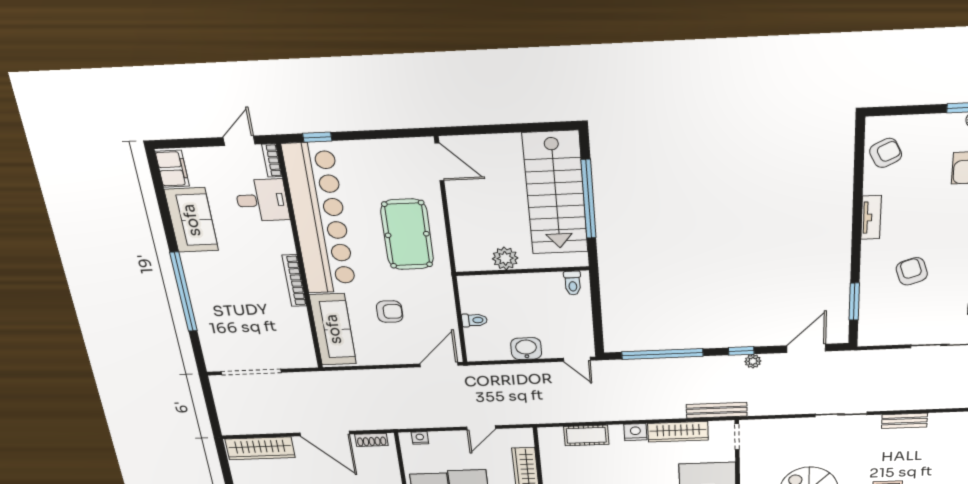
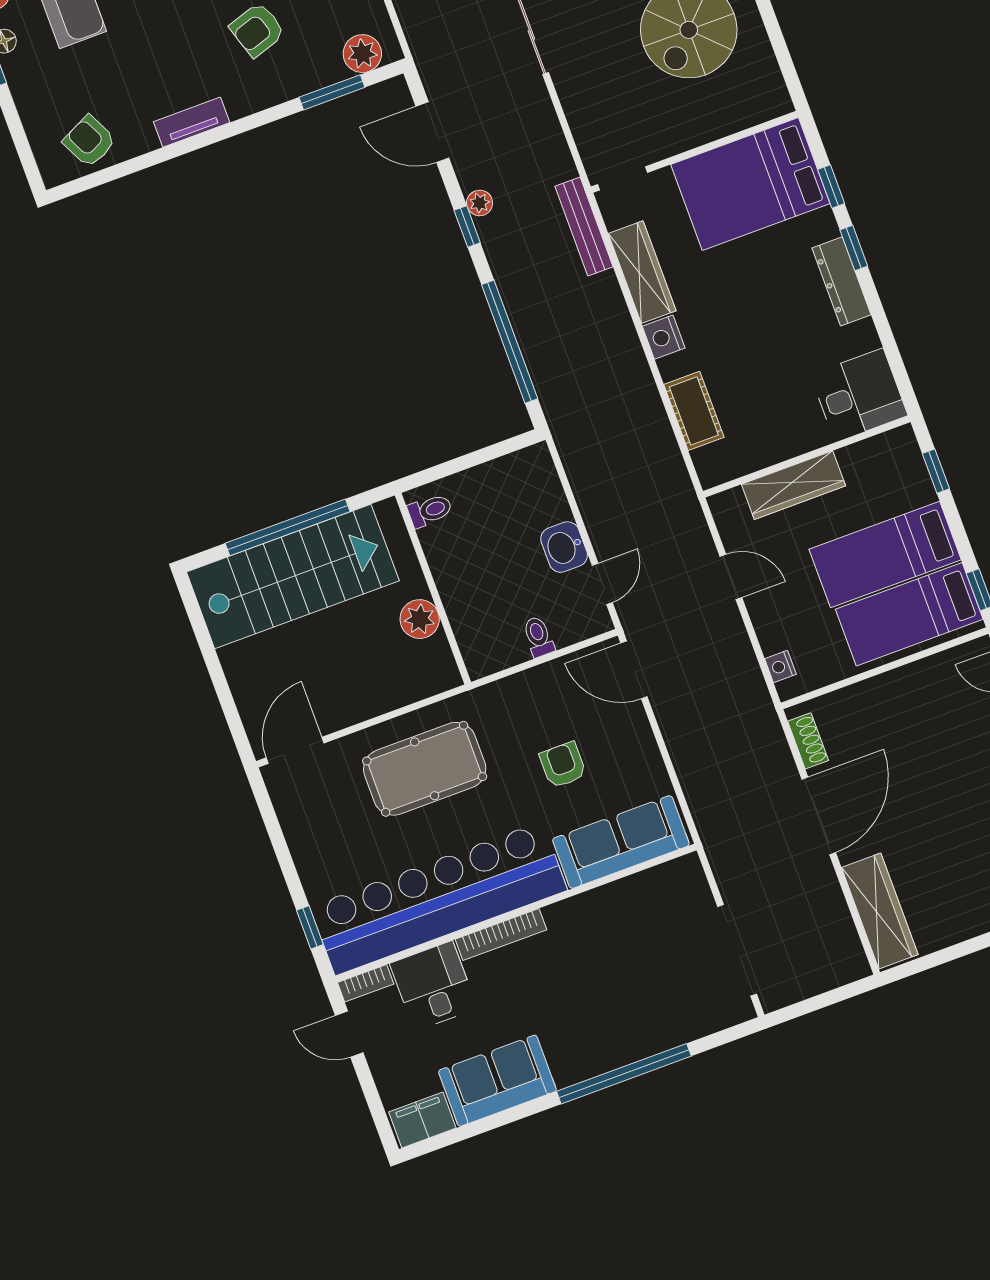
bookcase: (294, 281) -> (501, 934), moved
plant: (870, 325) -> (362, 54), added
door: (577, 359) -> (602, 584), moved

